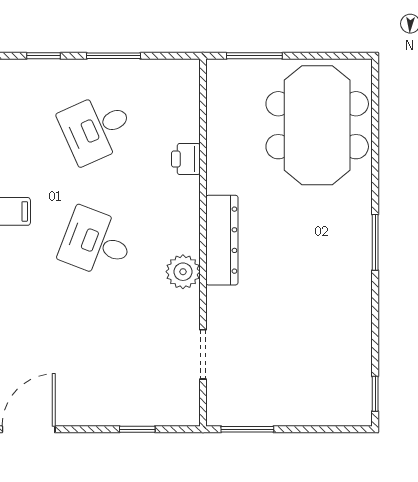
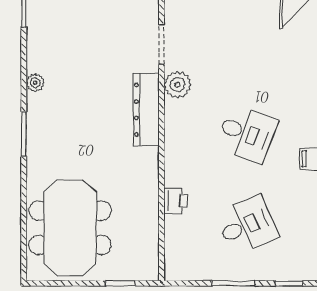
window: (254, 56) -> (120, 283), width x0.67
dresser: (222, 240) -> (146, 110), moved
plant: (183, 272) -> (178, 85), moved
plant: (361, 306) -> (35, 83), added

